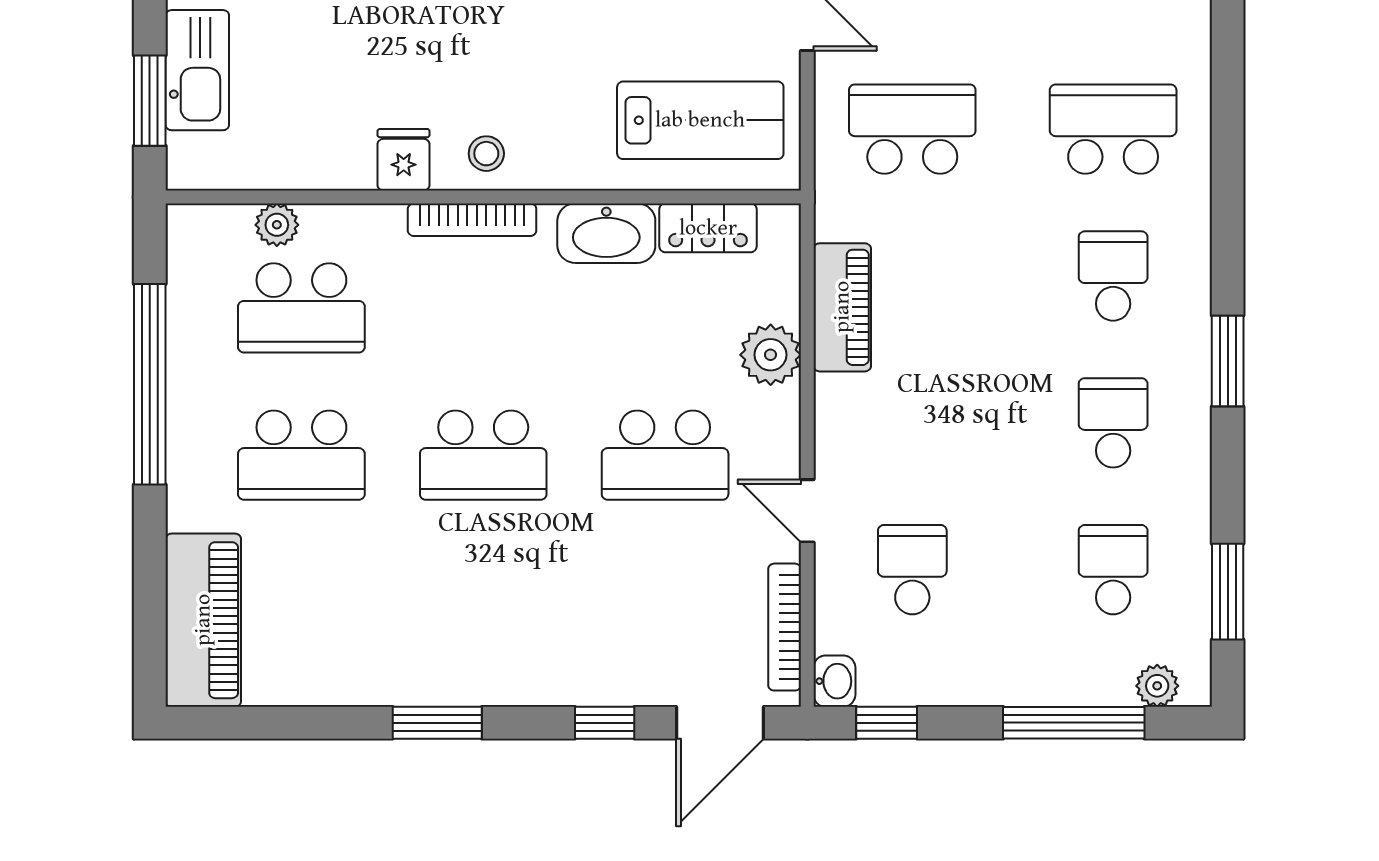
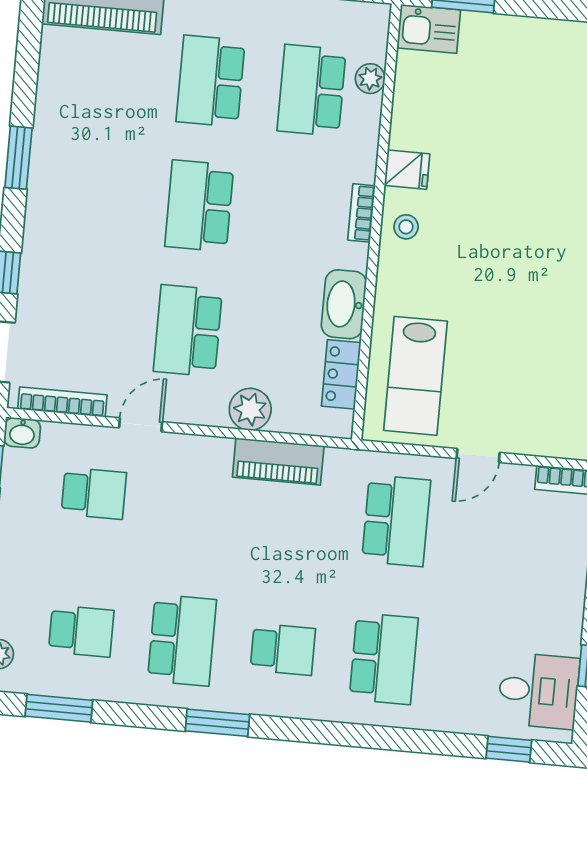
kitchen sink: (197, 70) -> (429, 29), moved, width x0.73
bookcase: (472, 220) -> (362, 213), width x0.64
school desk: (1113, 423) -> (182, 640), width x1.85

